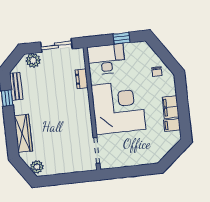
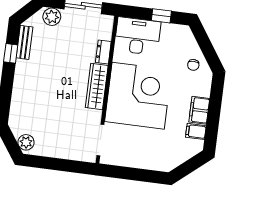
wardrobe: (23, 133) -> (97, 87), moved, turned 180

